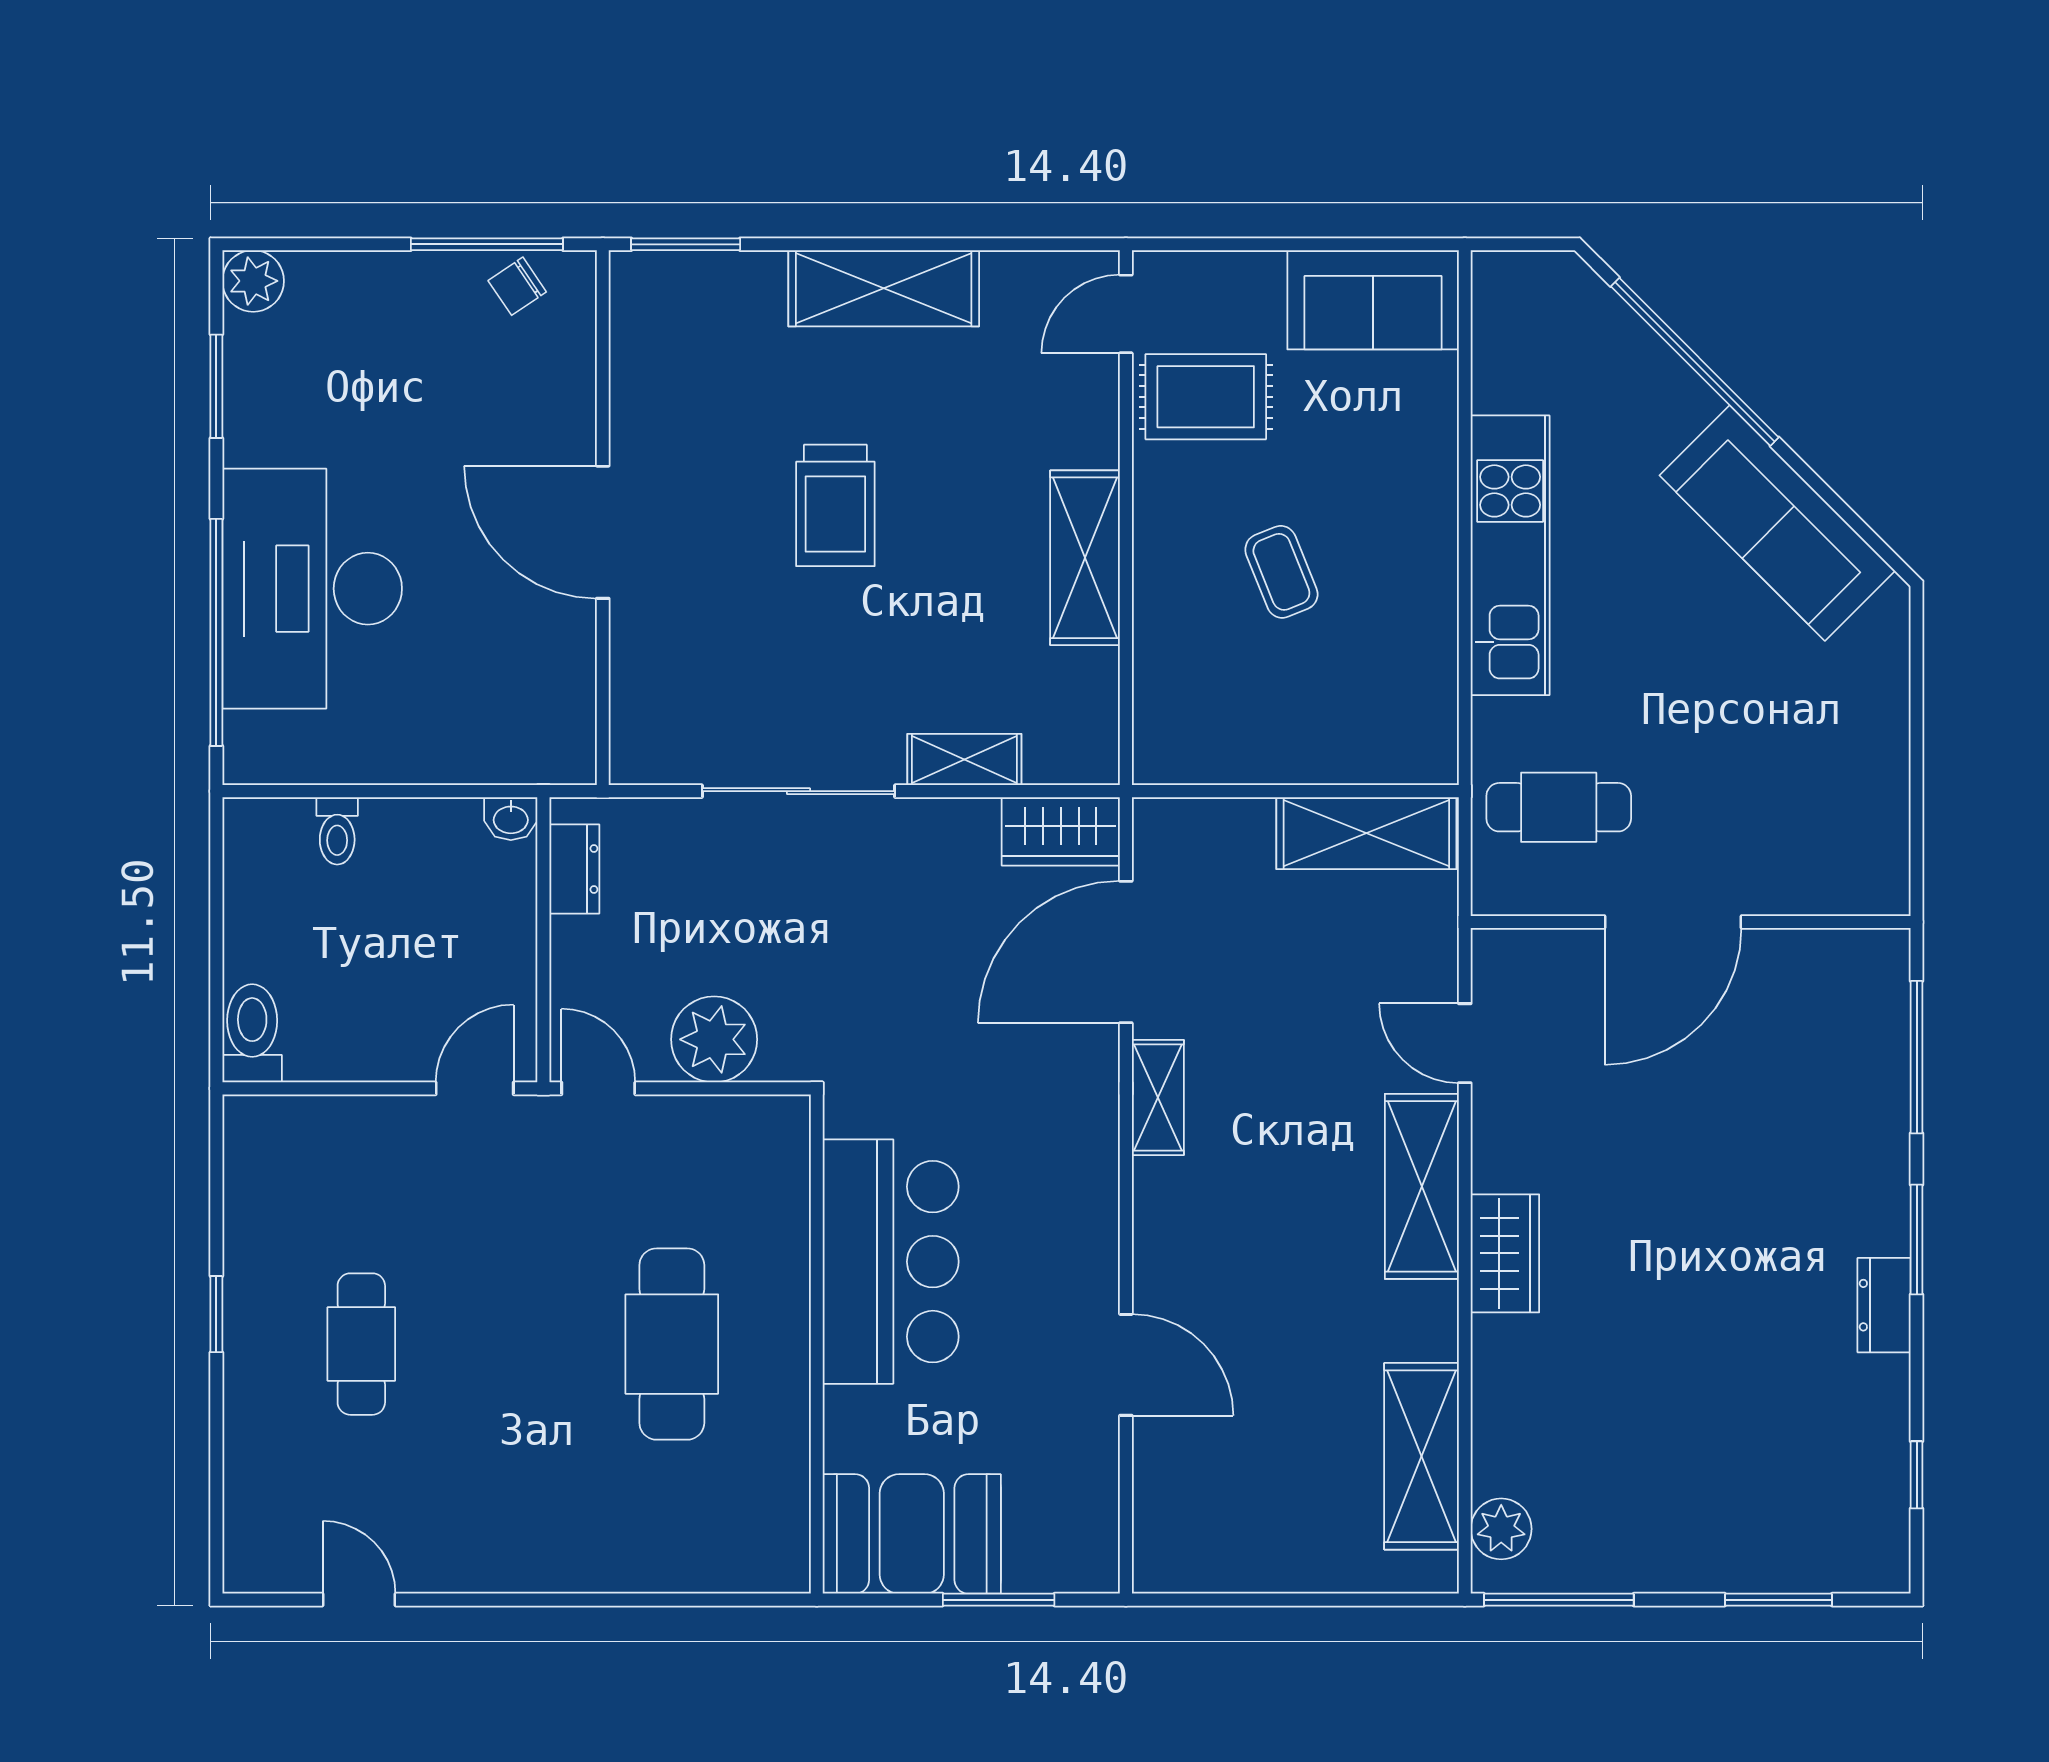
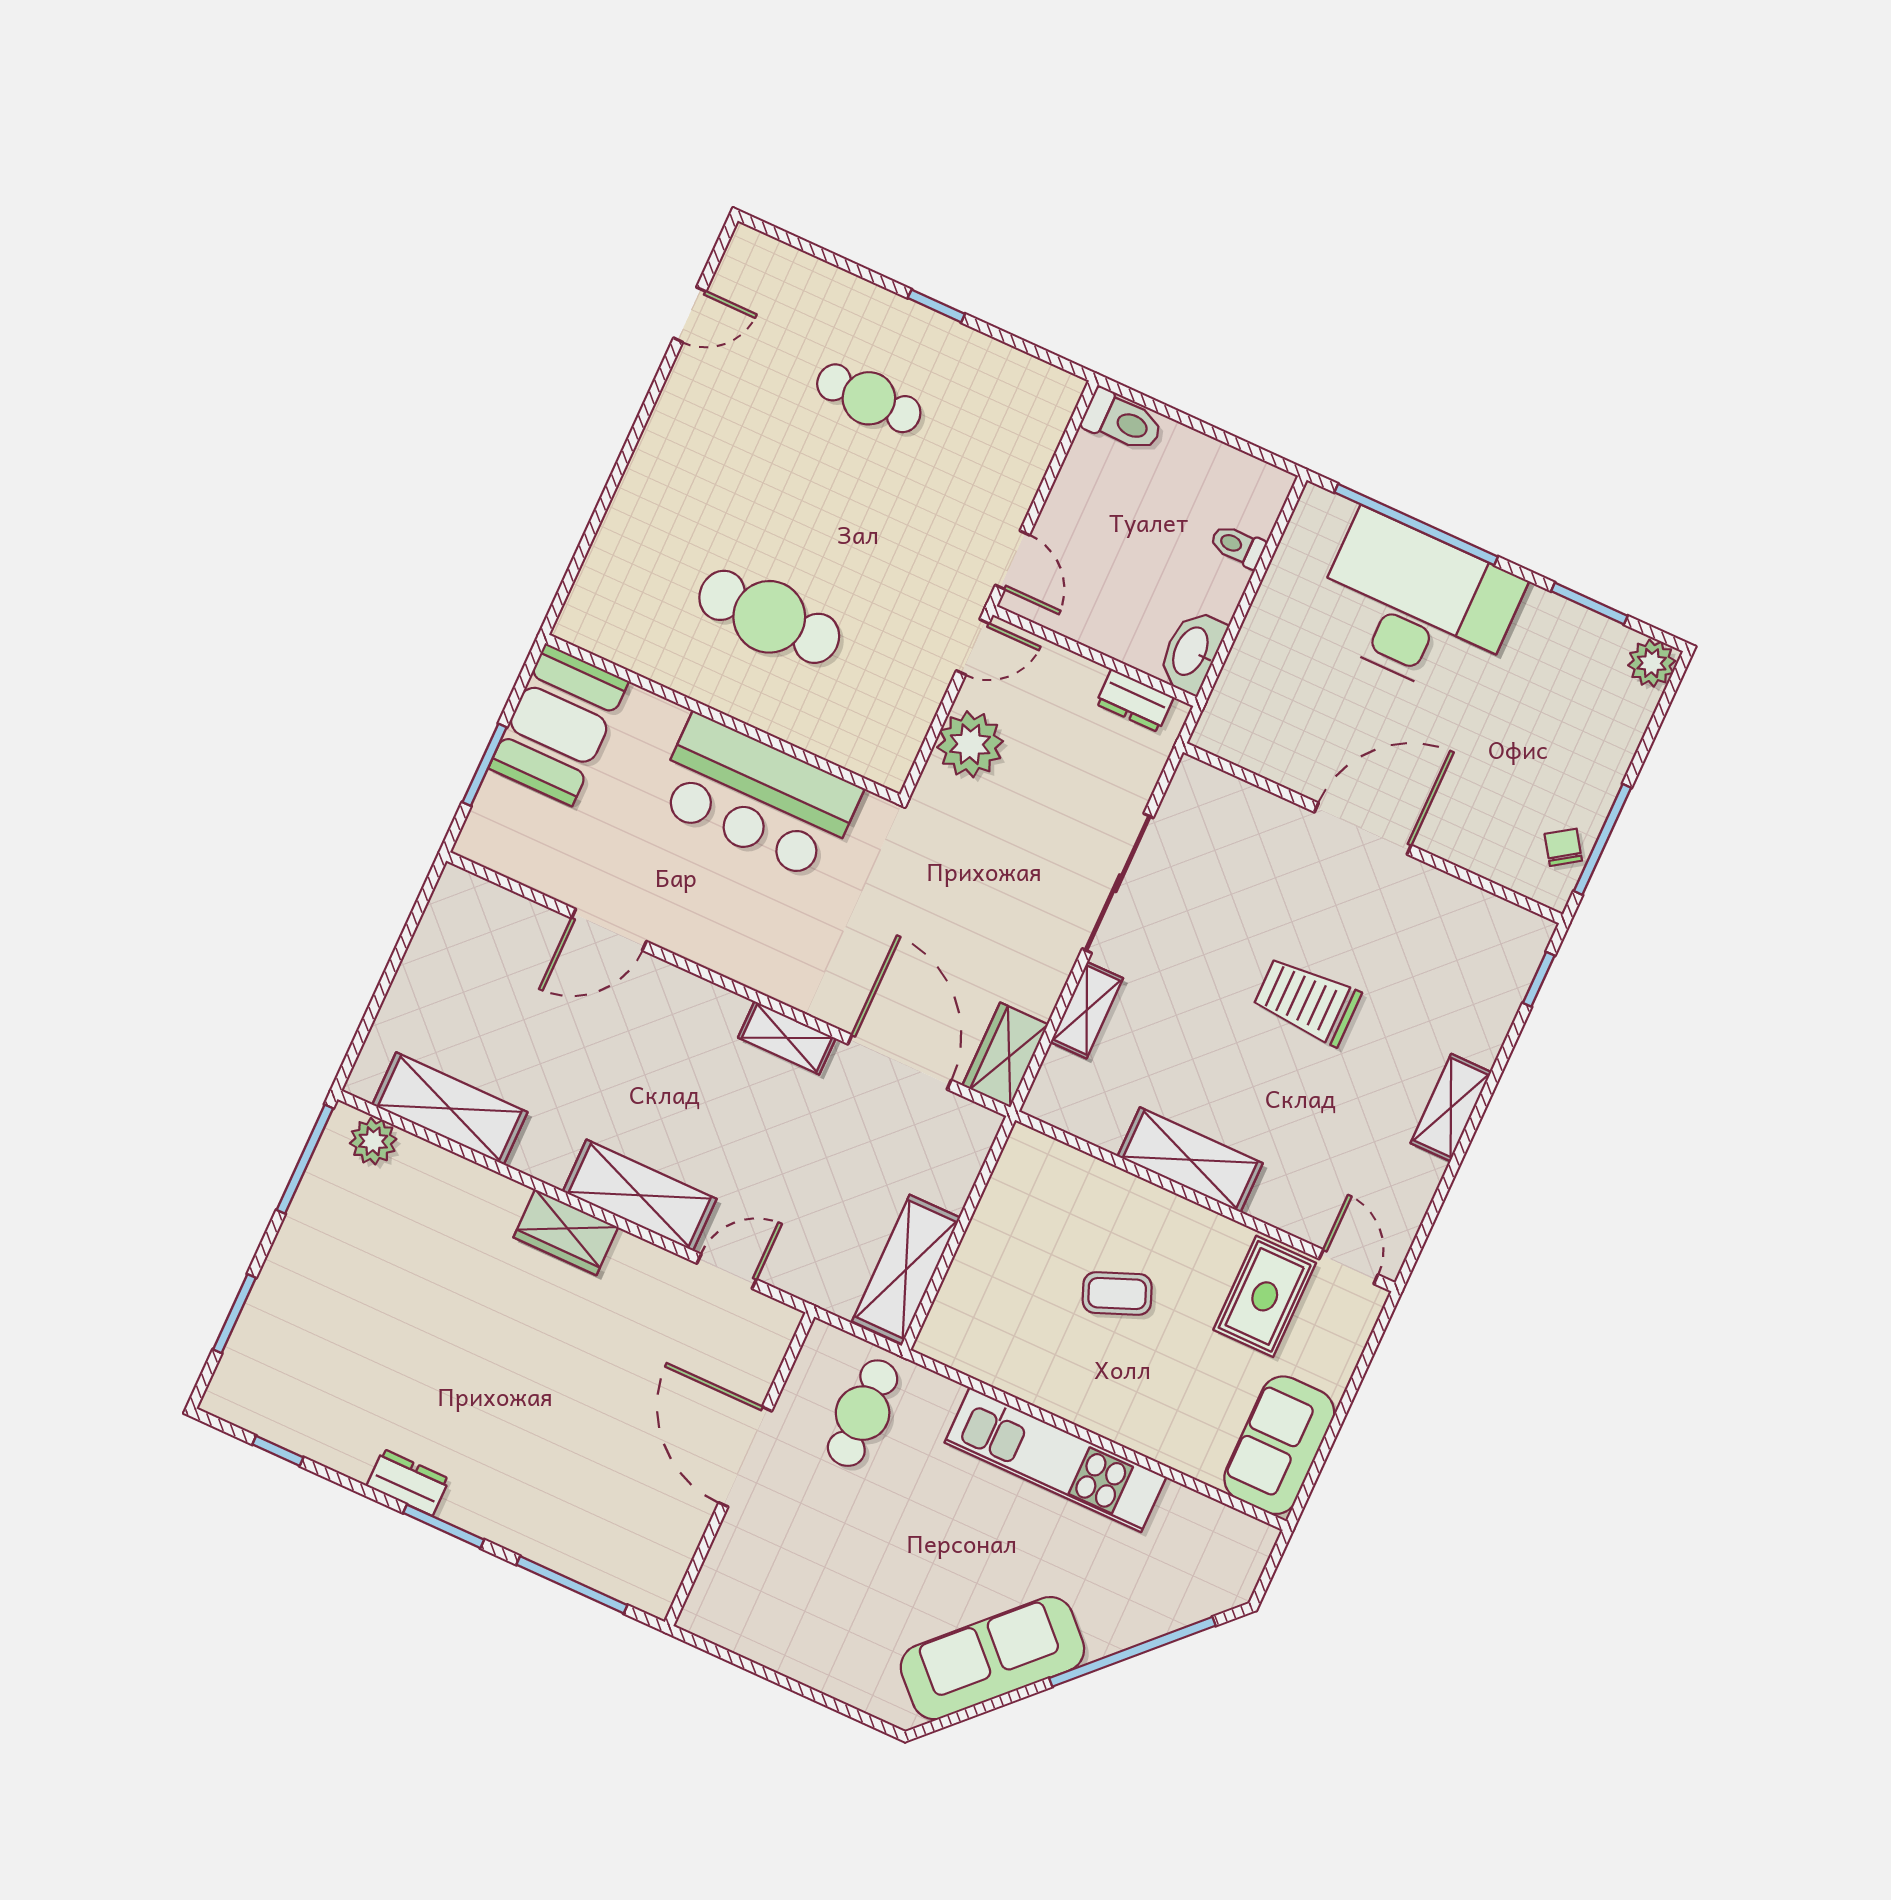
window: (686, 244) -> (1539, 979), width x0.67
shelving: (884, 288) -> (1451, 1108), width x0.67, depth x0.75
washbasin: (511, 819) -> (1192, 652), width x1.91, depth x1.45

